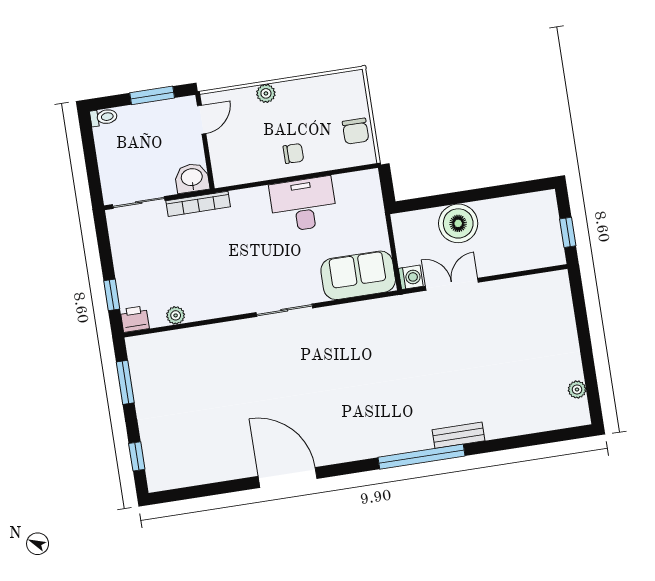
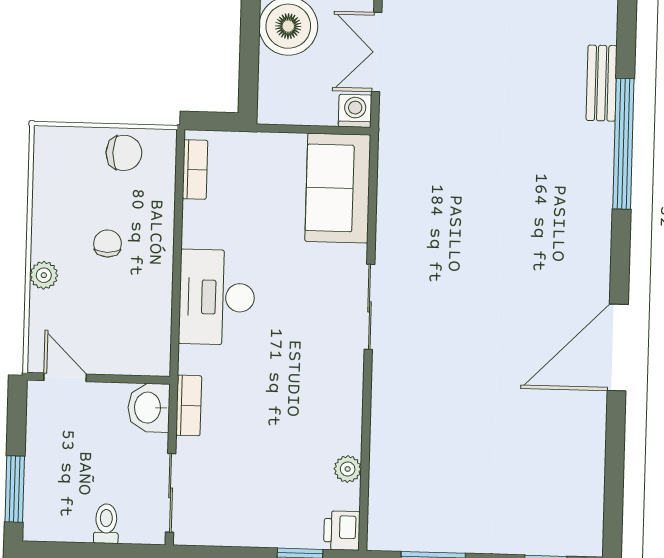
window: (152, 95) -> (15, 489), moved
toilet: (104, 117) -> (106, 524), moved
chair: (293, 153) -> (107, 244), moved
bookcase: (353, 180) -> (195, 170), added
bookcase: (198, 204) -> (189, 405), width x0.64
desk: (303, 204) -> (217, 297), moved

